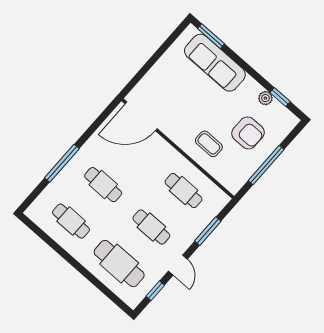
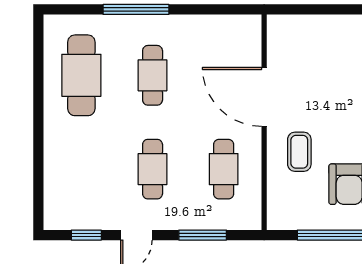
door: (141, 116) -> (264, 97), moved
cafe table: (71, 221) -> (81, 75), width x1.37, depth x1.35
cafe table: (119, 264) -> (81, 169), removed

